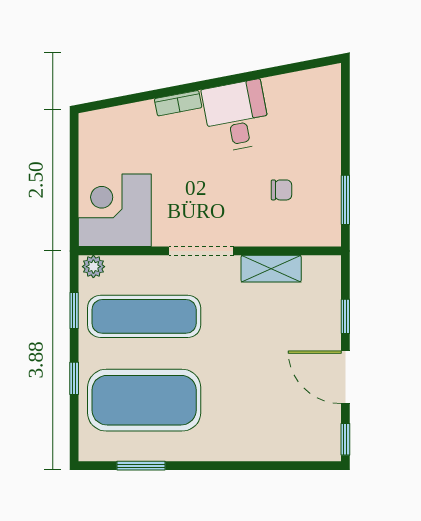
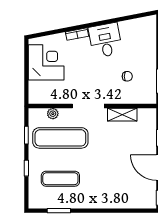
corner desk: (115, 210) -> (46, 62), moved, turned 90
plant: (93, 267) -> (53, 114), moved
exercise mat: (144, 400) -> (60, 179), width x0.50, depth x0.69

